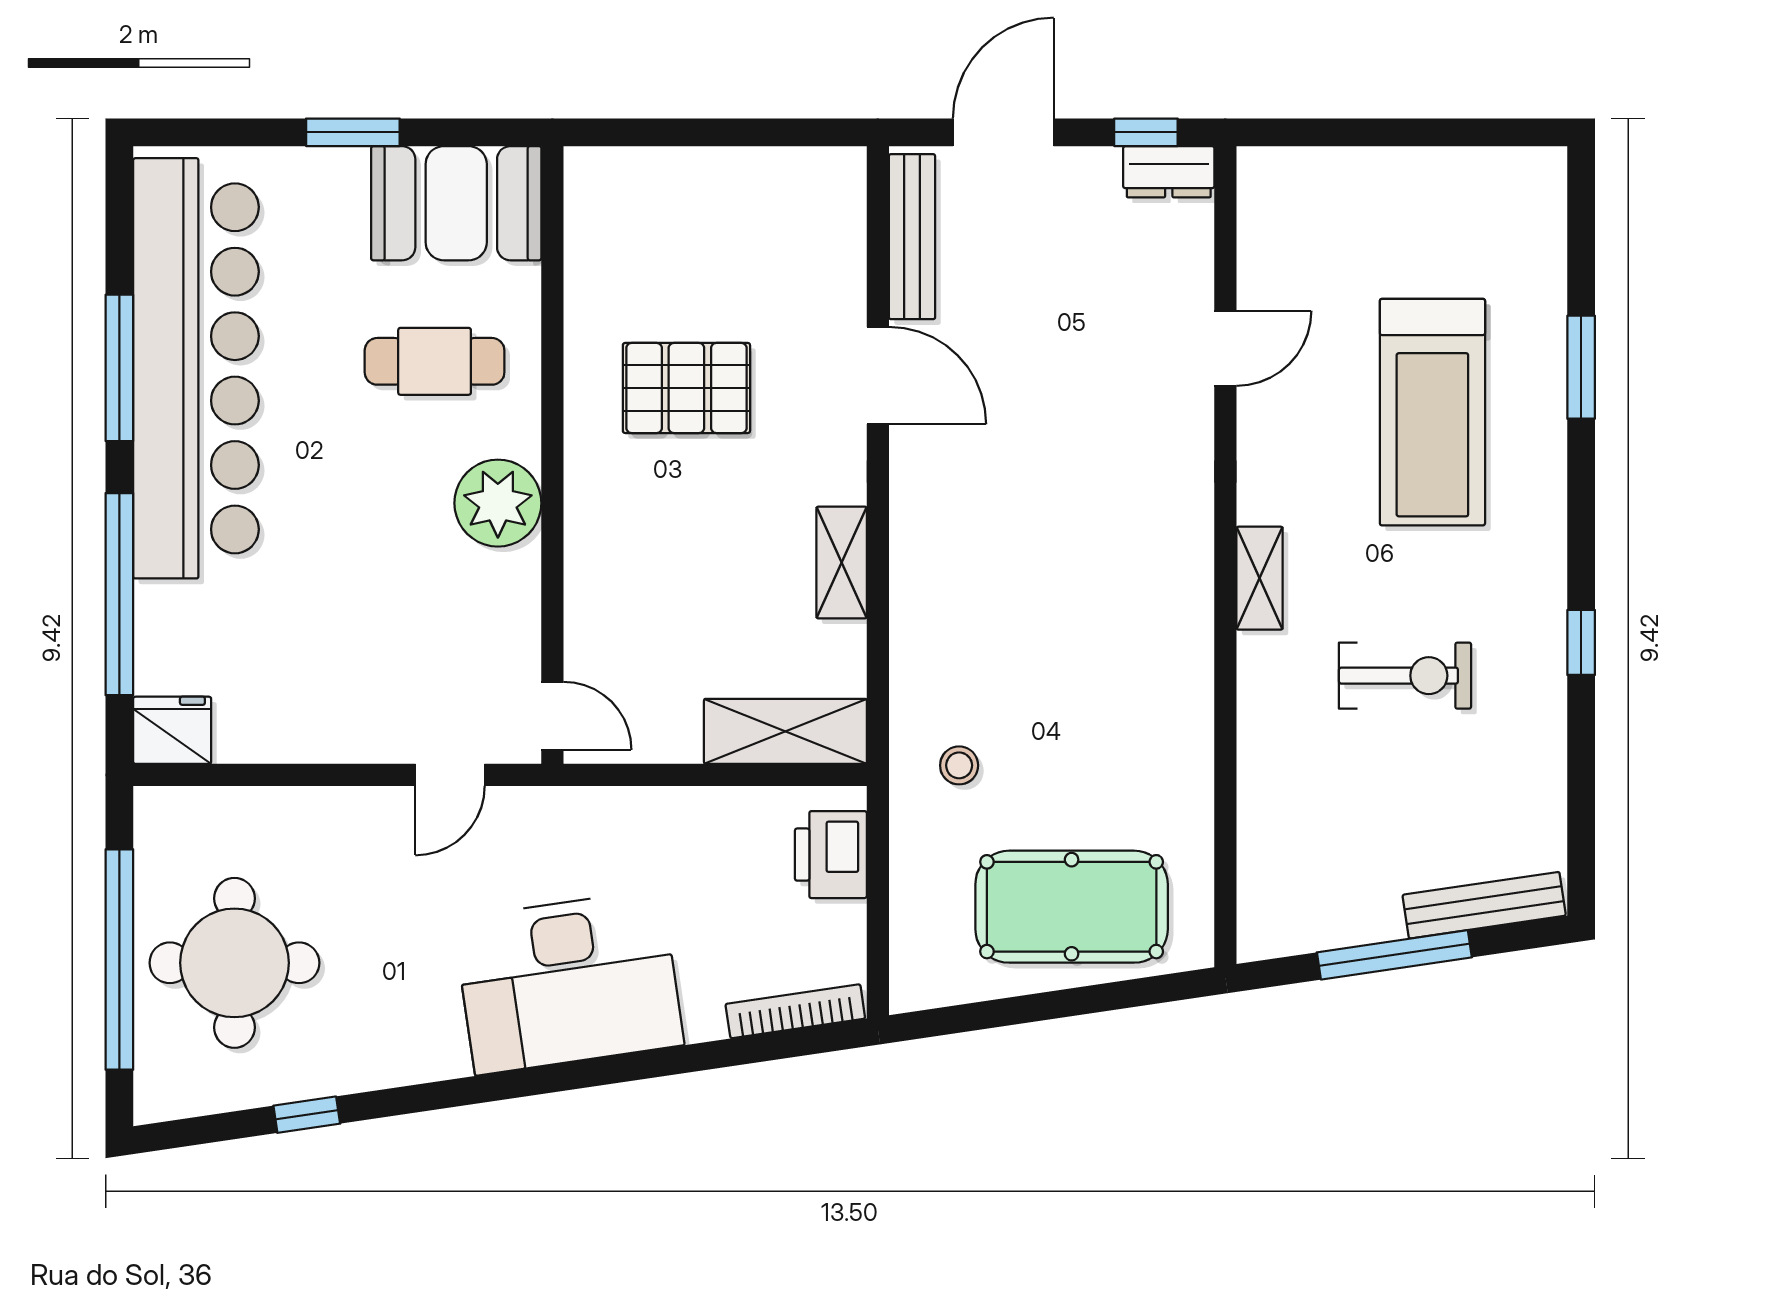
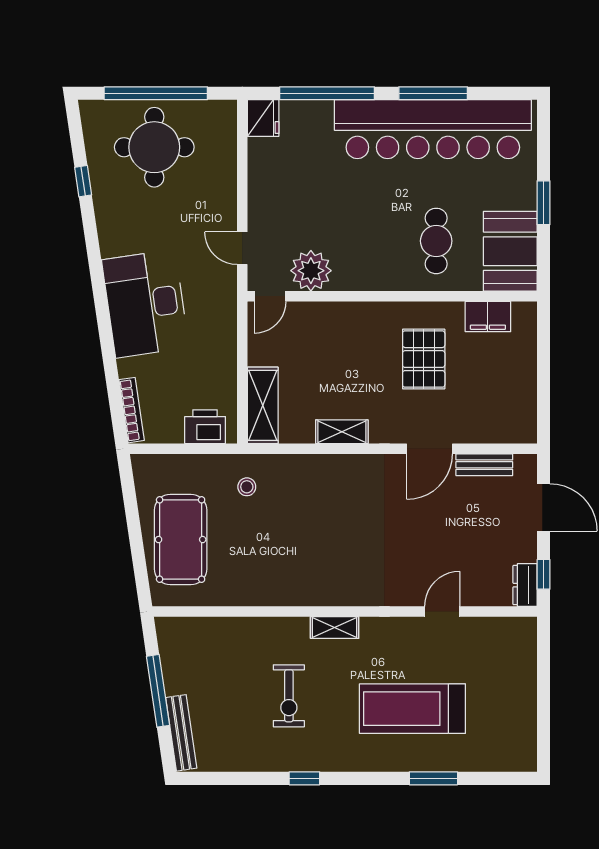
bench: (912, 237) -> (484, 465), width x0.73
filing cabinet: (596, 251) -> (488, 317), added
door: (1225, 348) -> (442, 612), swing flipped
plant: (498, 503) -> (311, 271), moved

